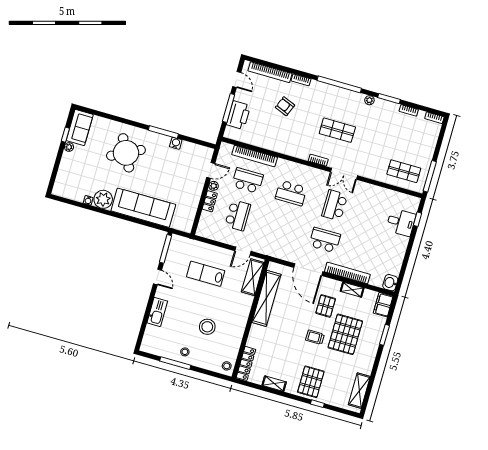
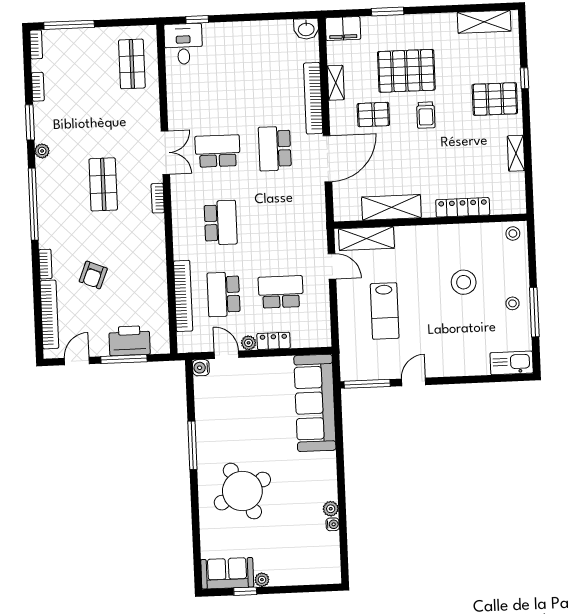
water cooler: (176, 143) -> (201, 368), moved
window: (430, 176) -> (69, 25), moved
plant: (103, 199) -> (331, 509), width x0.53, depth x0.53
school desk: (335, 205) -> (218, 151), turned 180
sofa: (143, 208) -> (315, 403), moved
desk: (401, 222) -> (183, 44), moved
shelving: (266, 298) -> (391, 207), width x0.68
kitchen sink: (157, 312) -> (512, 363), moved
locker: (246, 363) -> (463, 207), moved

